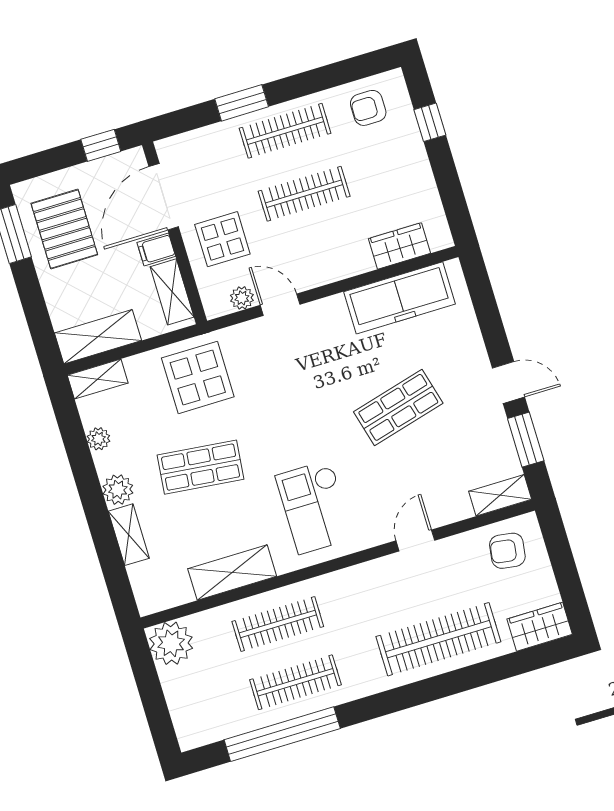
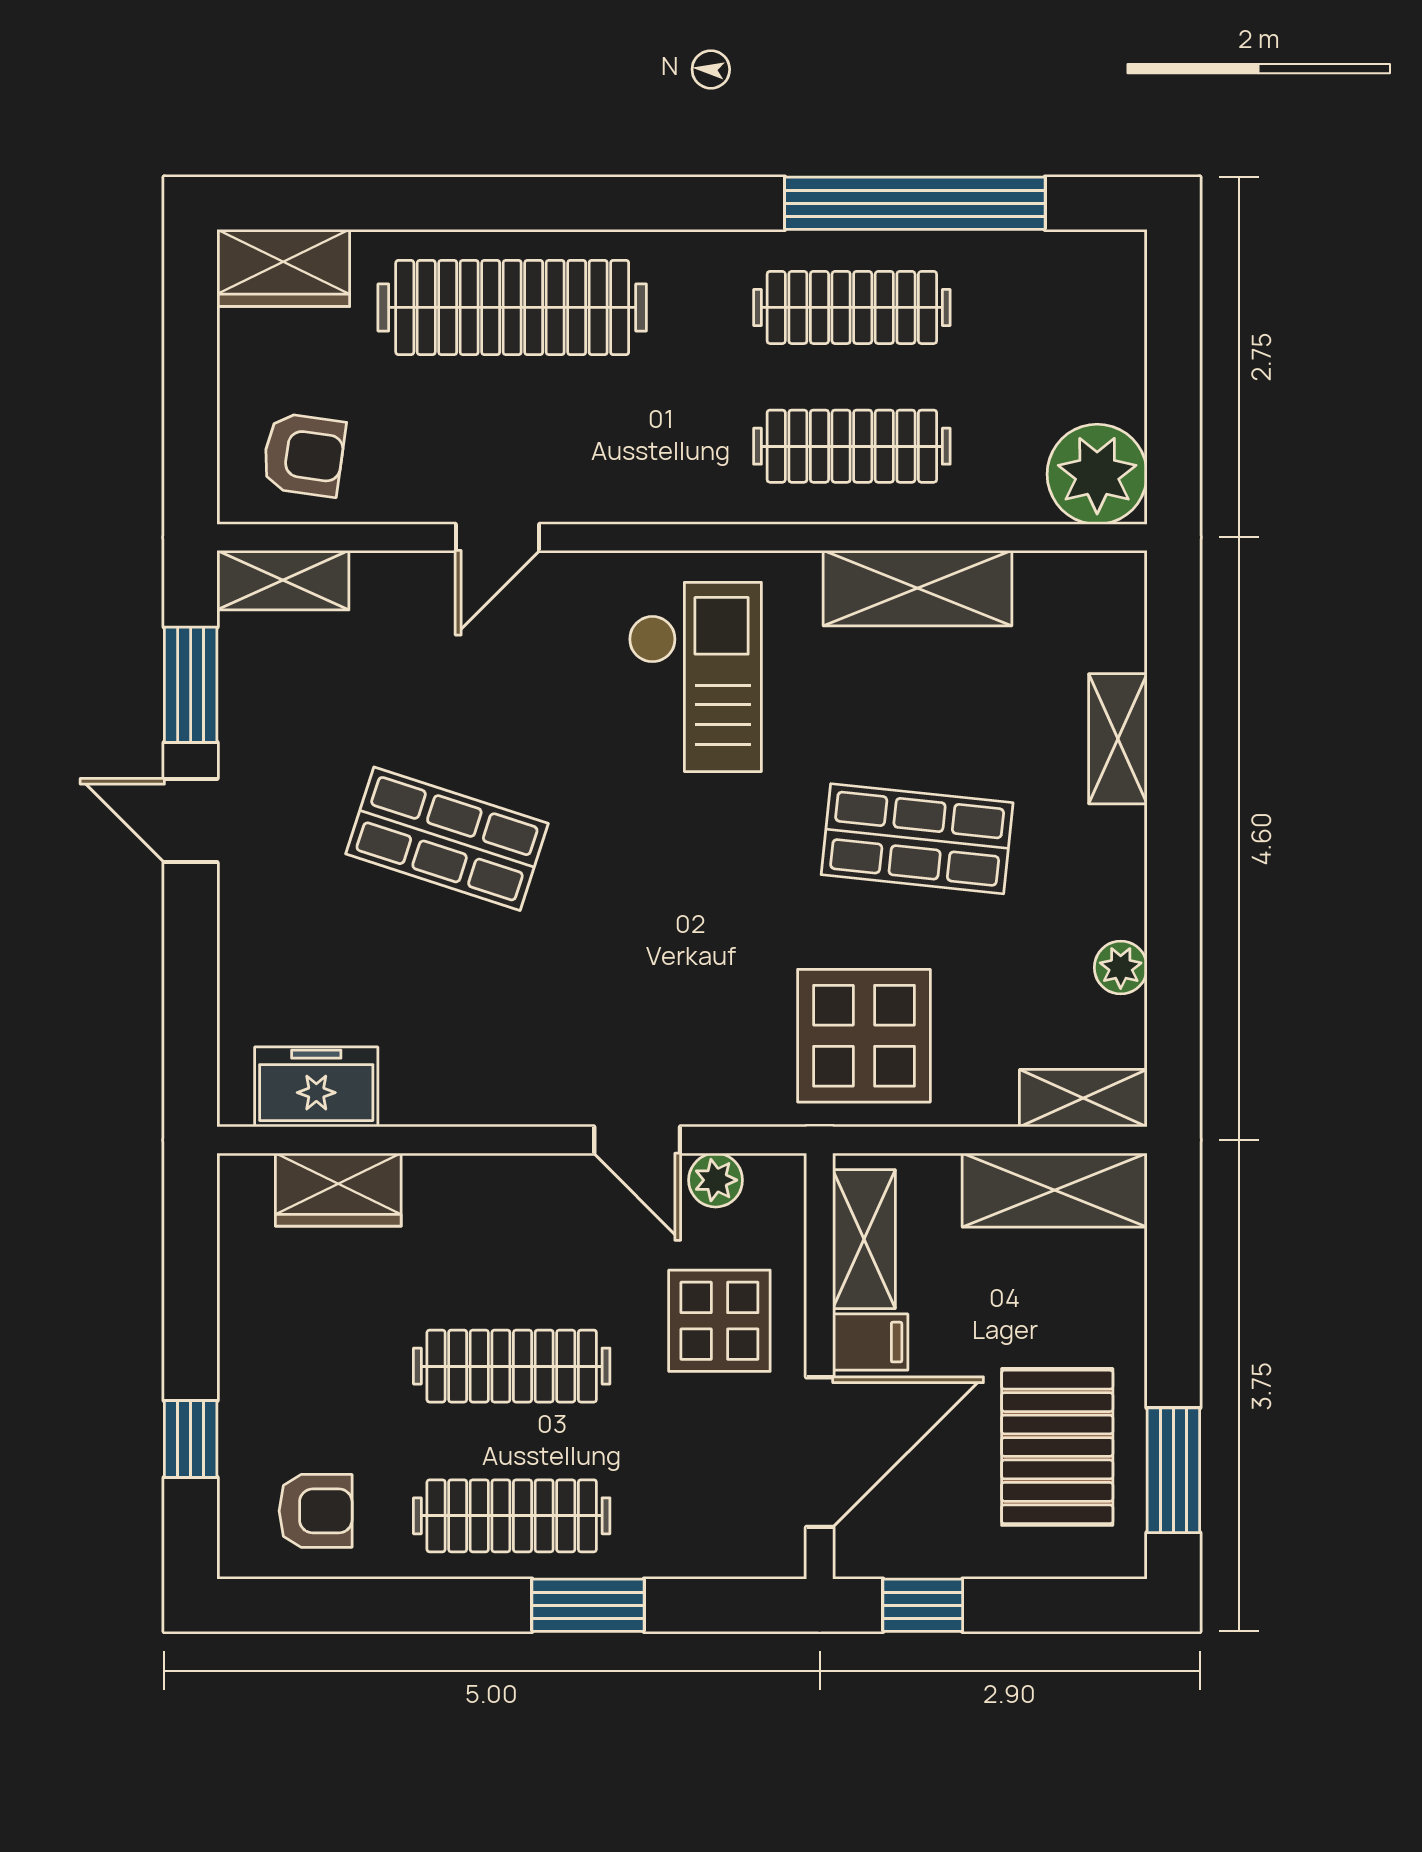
freezer: (400, 298) -> (316, 1087), width x0.52, depth x0.79
shop shelf: (398, 407) -> (447, 839), turned 33
plant: (118, 490) -> (1112, 844), removed

